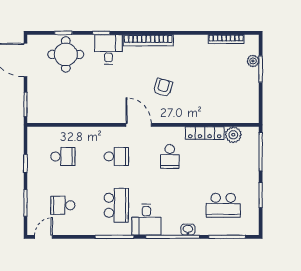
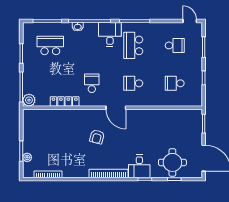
plant: (233, 135) -> (29, 100), moved
door: (43, 237) -> (190, 21), swing flipped

